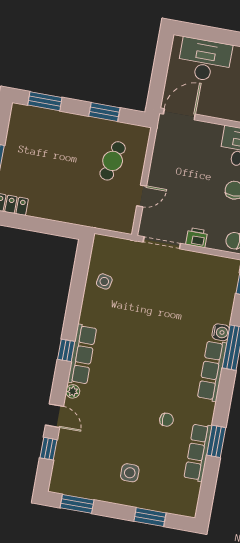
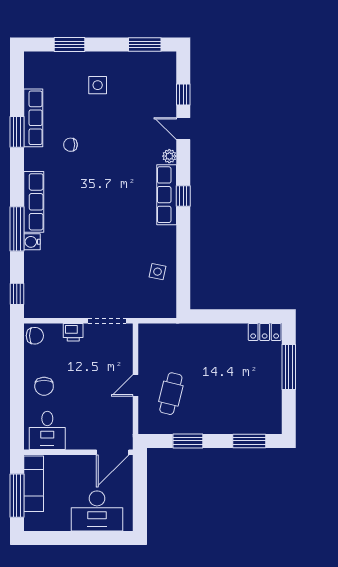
door: (142, 196) -> (136, 385), moved

